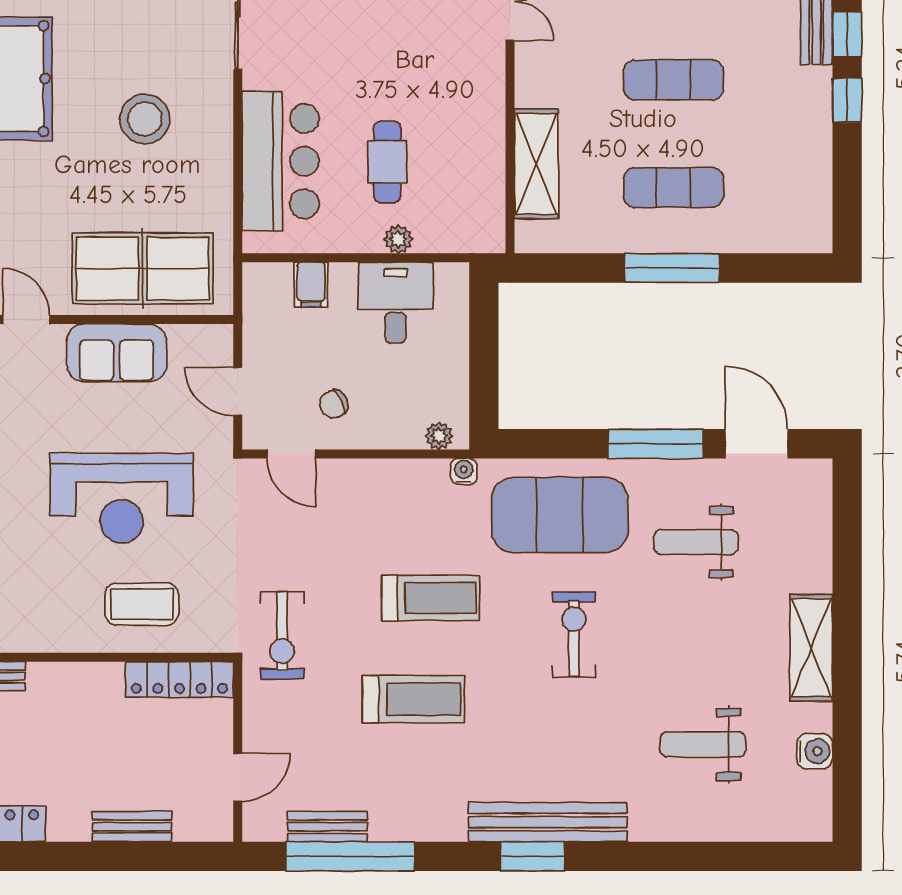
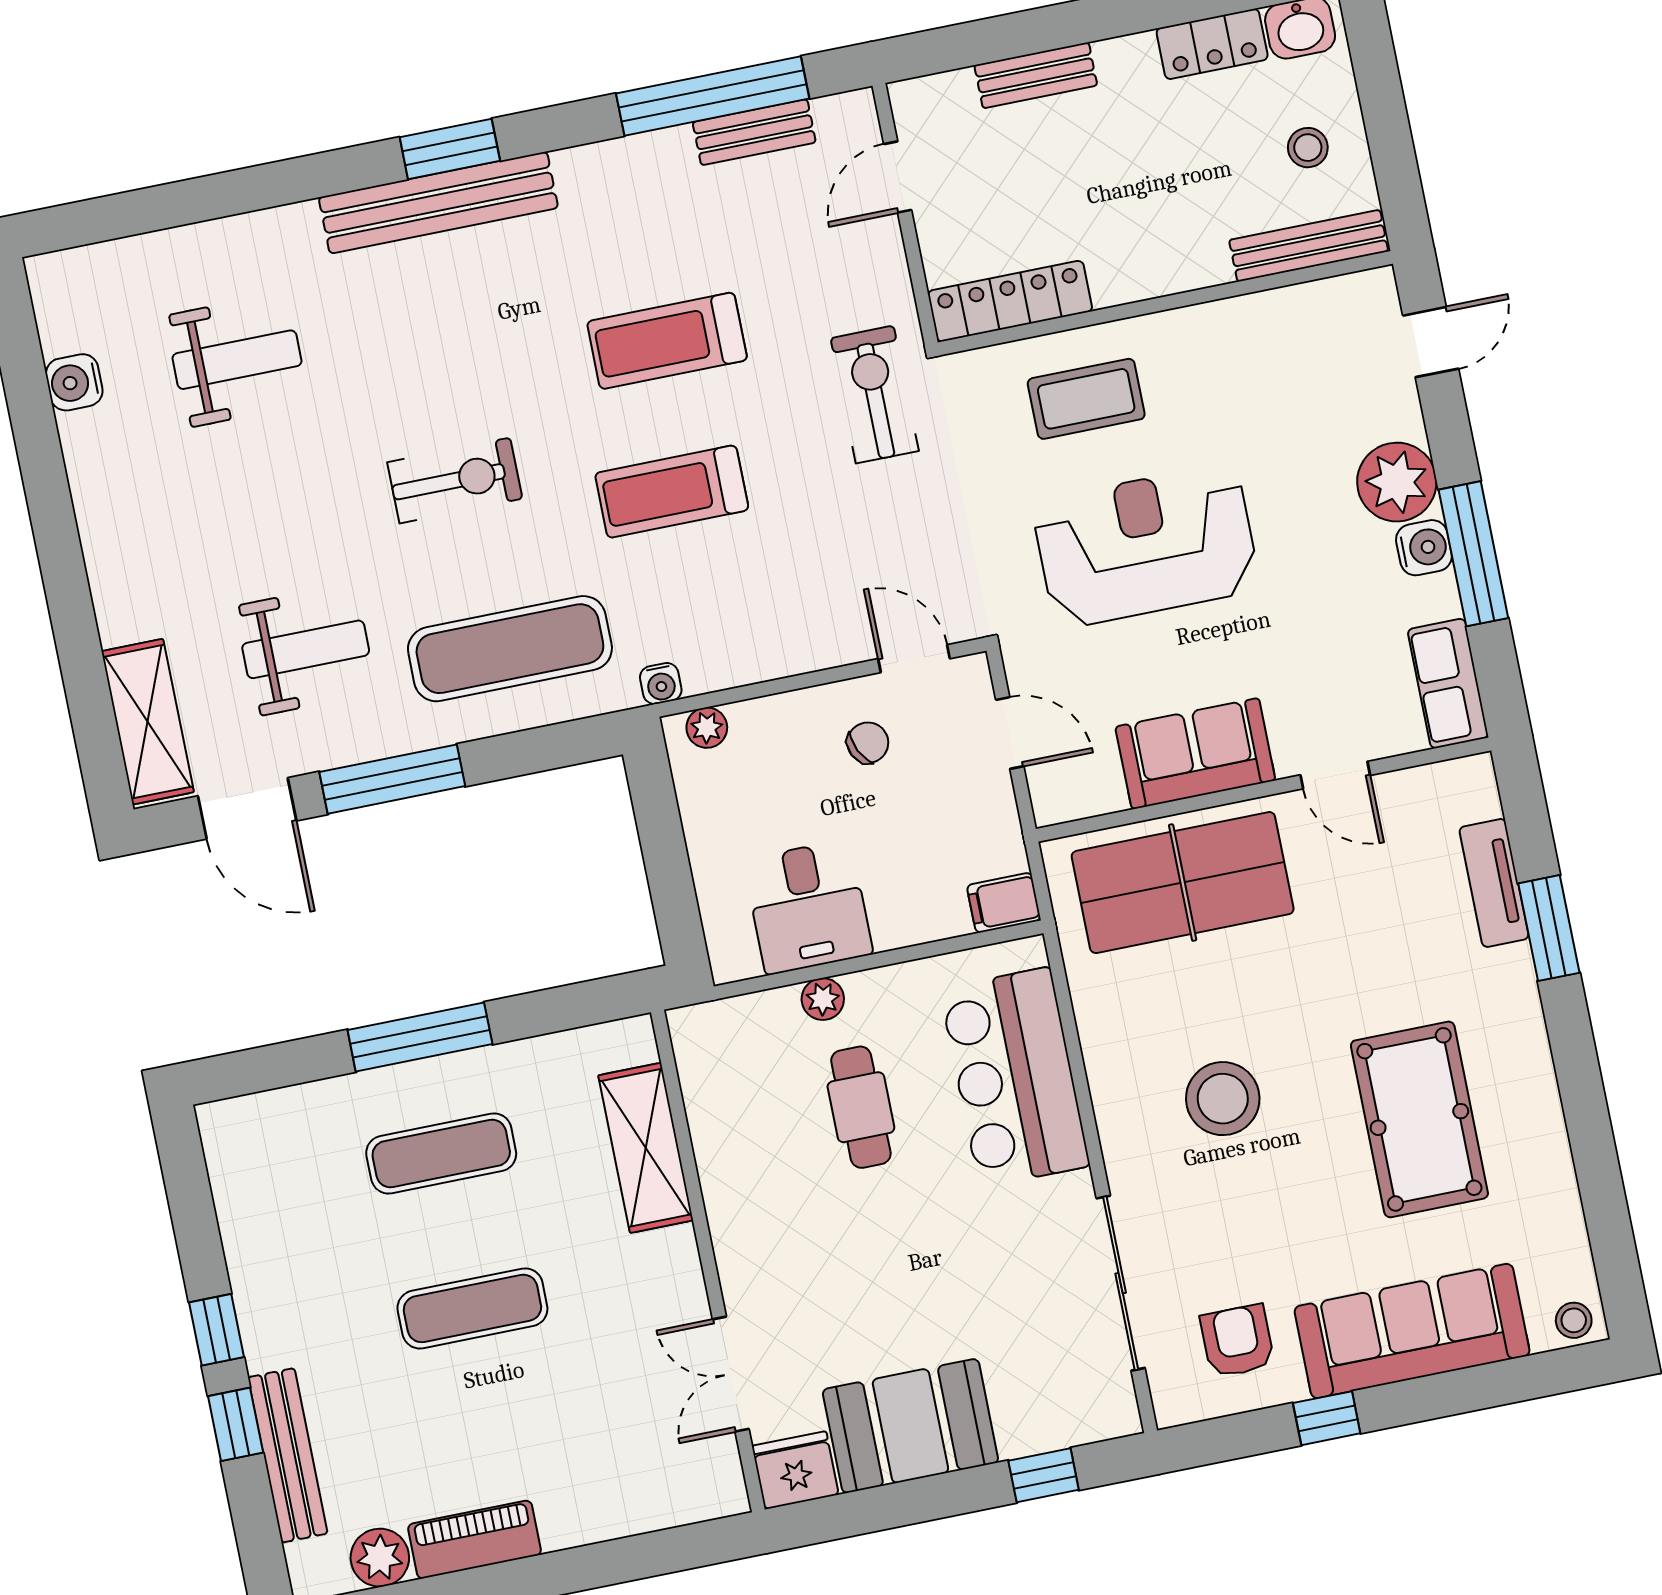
filing cabinet: (311, 285) -> (1004, 903), moved, turned -90
exercise mat: (560, 515) -> (510, 649), width x0.68
exercise bike: (574, 635) -> (455, 481), turned -90
shelving: (811, 648) -> (148, 722), moved

